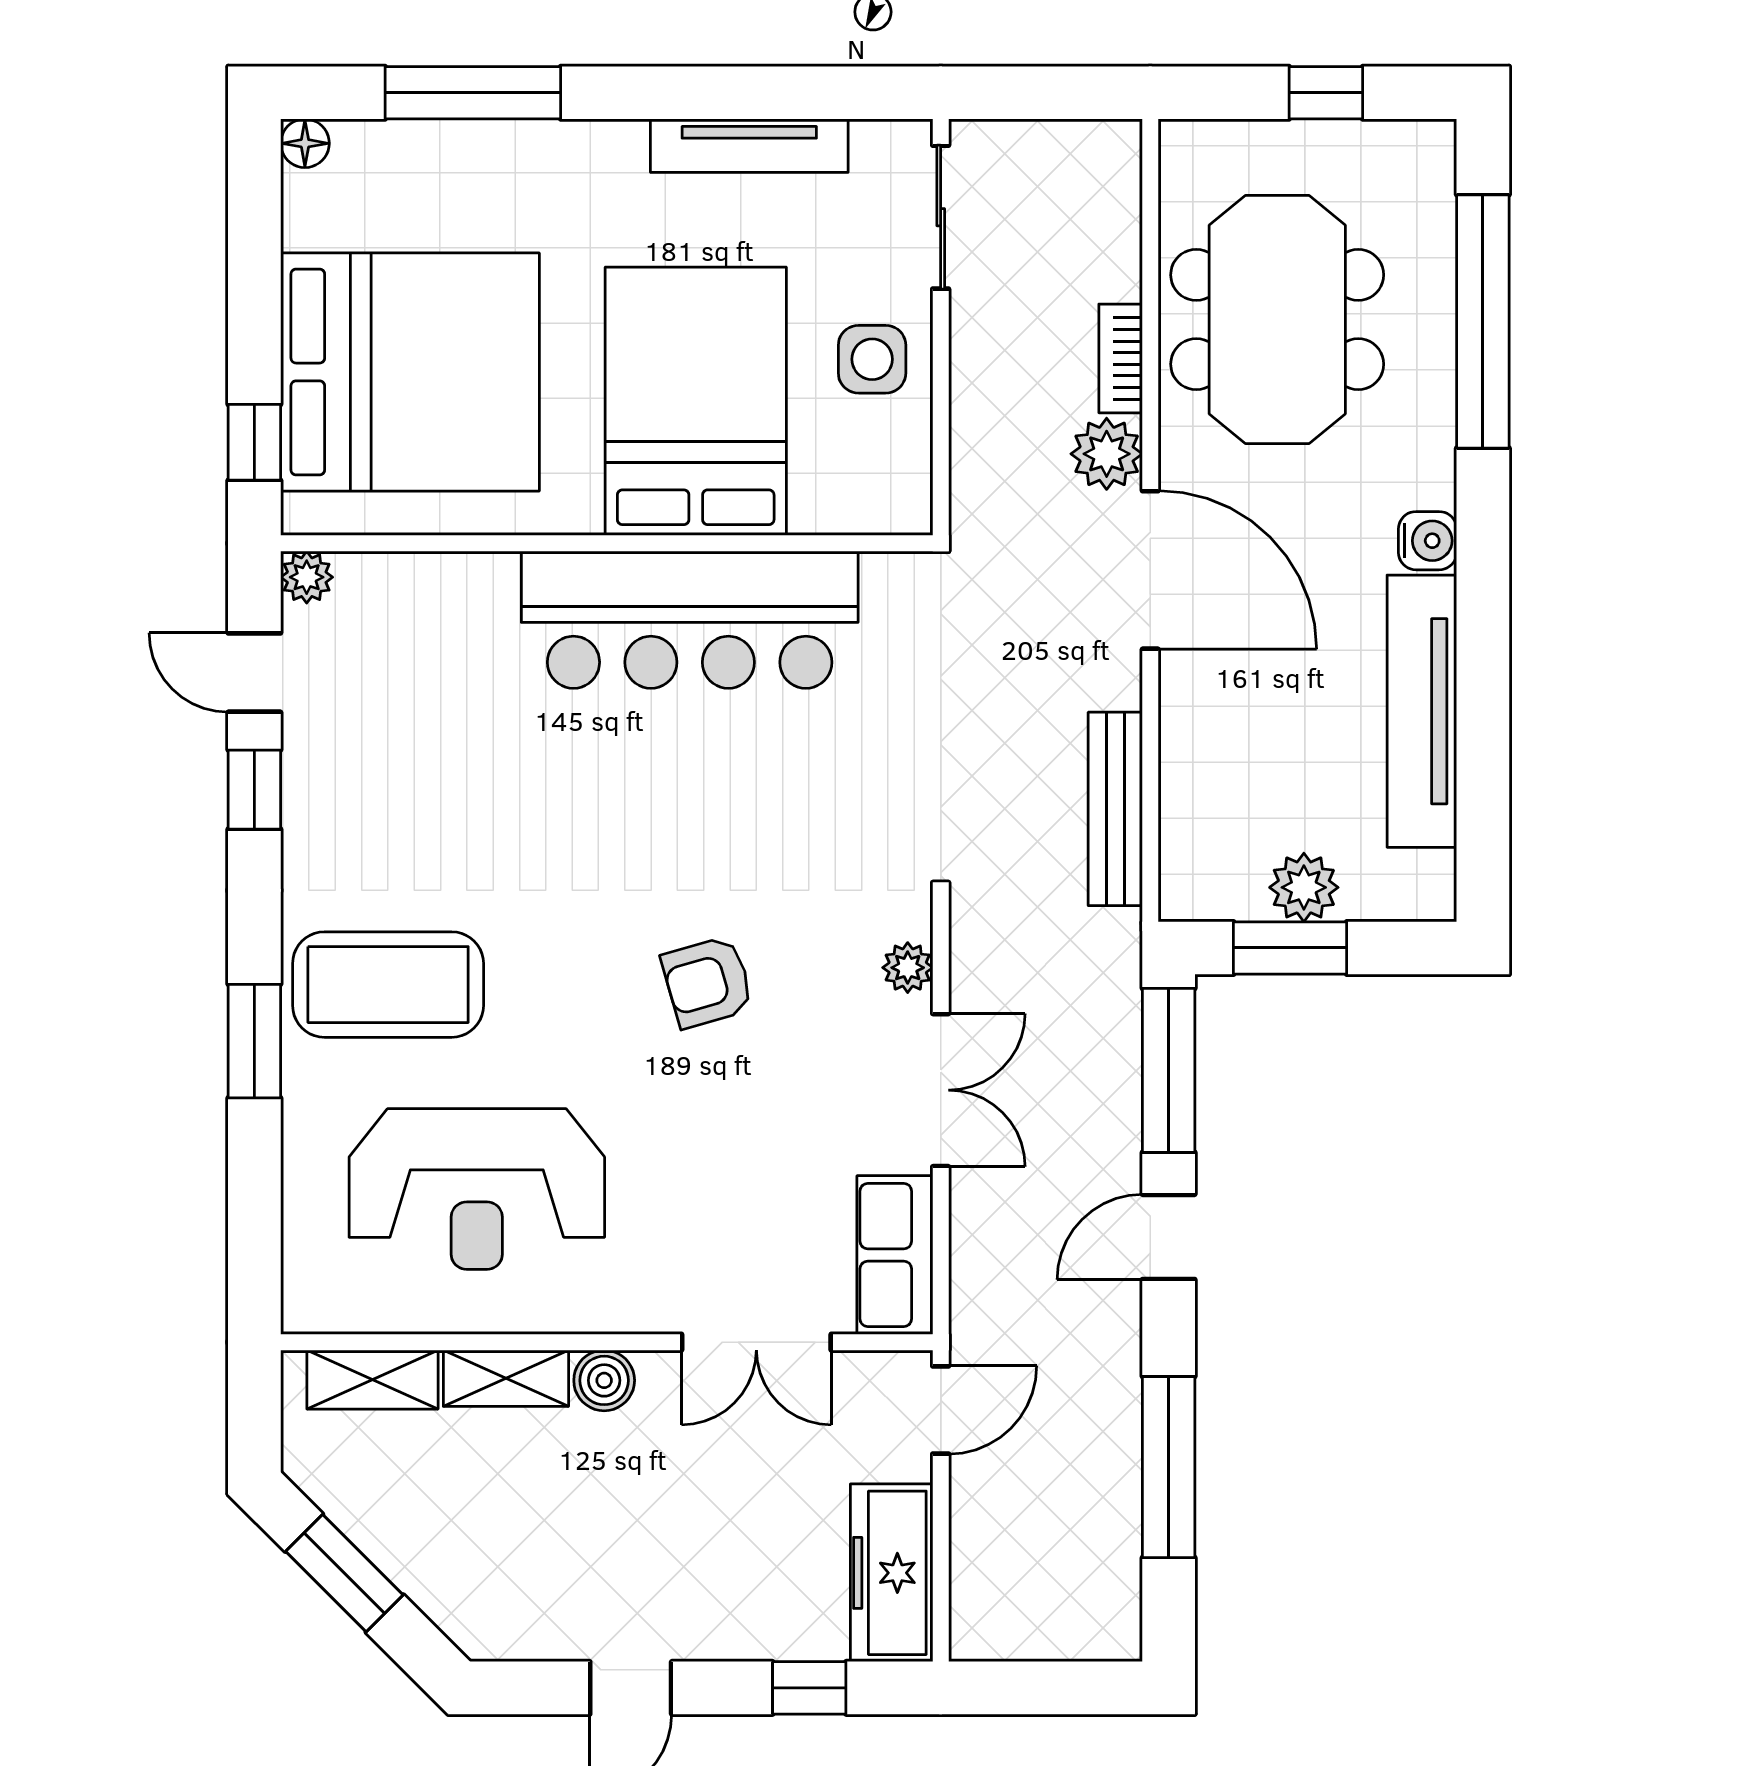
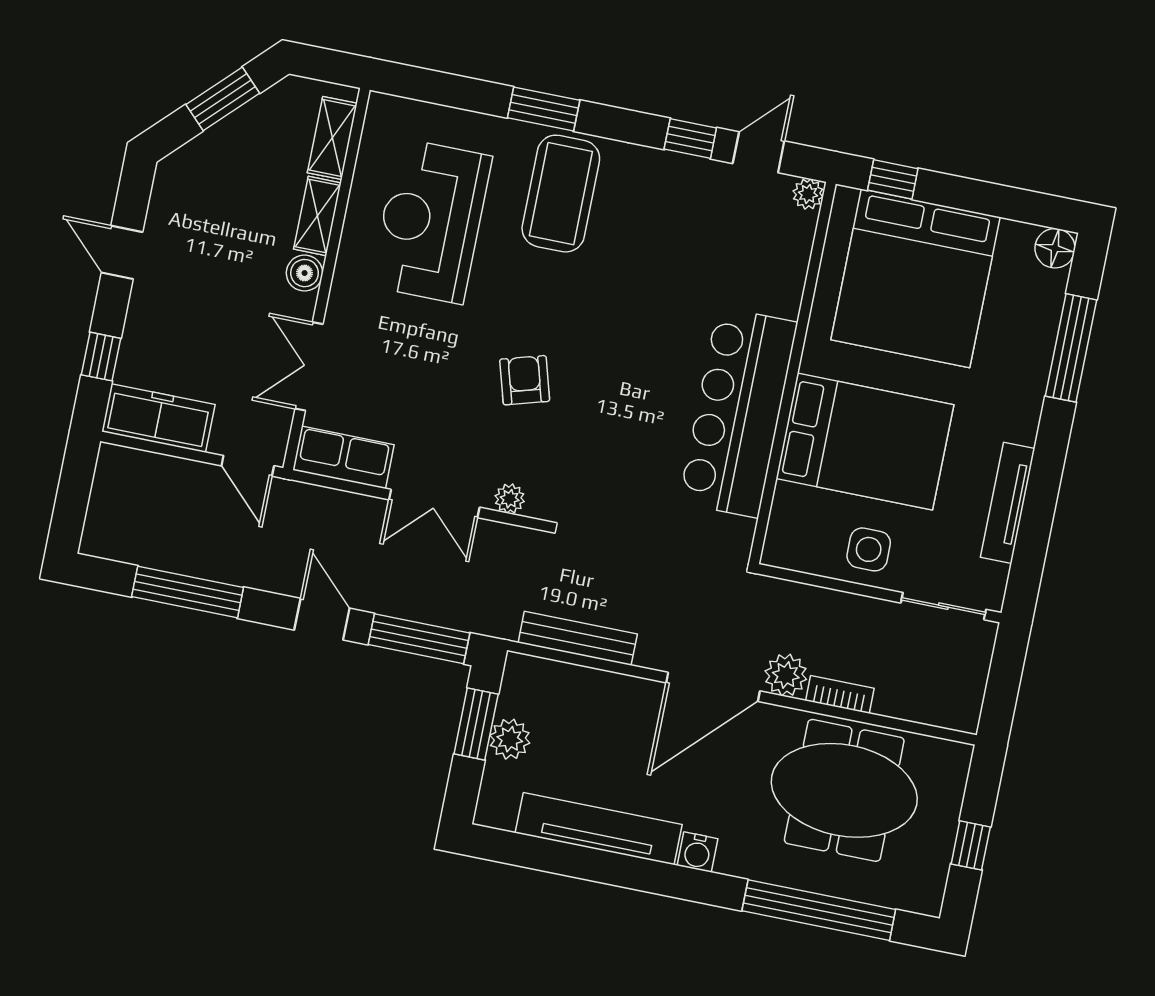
floor lamp: (305, 143) -> (1055, 248), width x1.37, depth x1.37

